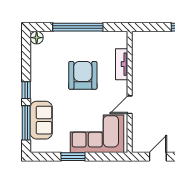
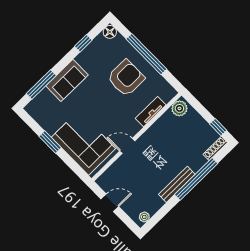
plant: (139, 41) -> (179, 108), added
armchair: (83, 75) -> (126, 78), moved
window: (26, 90) -> (83, 43), moved
sofa: (41, 120) -> (67, 80), moved

